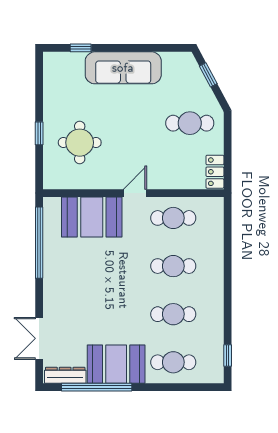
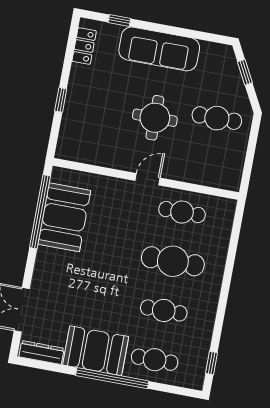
round table: (80, 143) -> (155, 118), moved
locker: (215, 172) -> (84, 46), moved, turned 180
booth: (92, 217) -> (64, 217), moved, turned 90
cafe table: (173, 266) -> (173, 261), width x1.37, depth x1.35
window: (97, 387) -> (112, 378), moved

